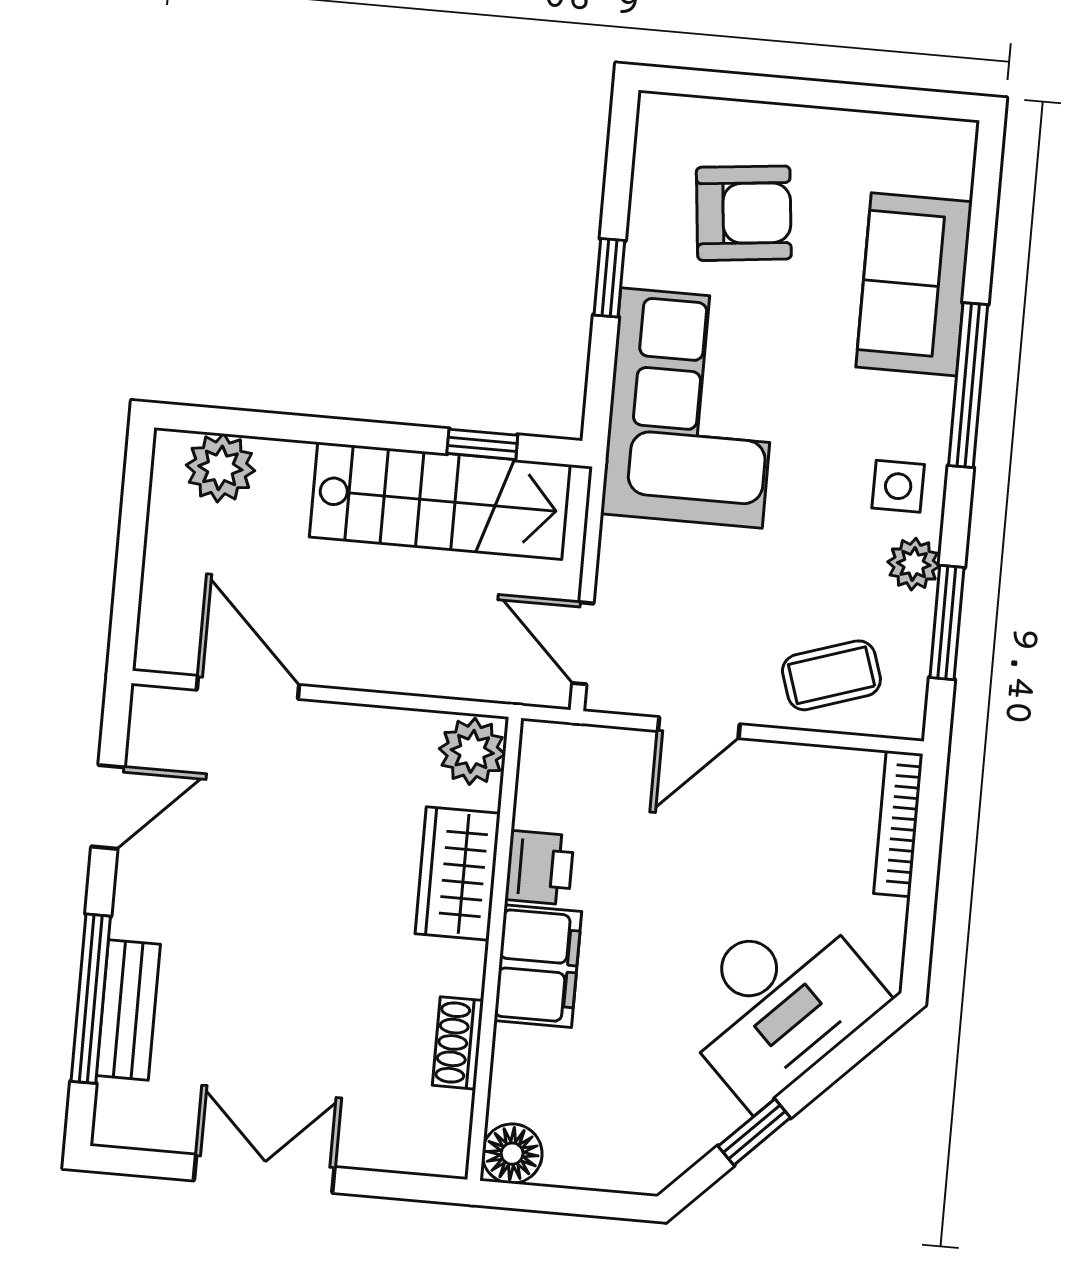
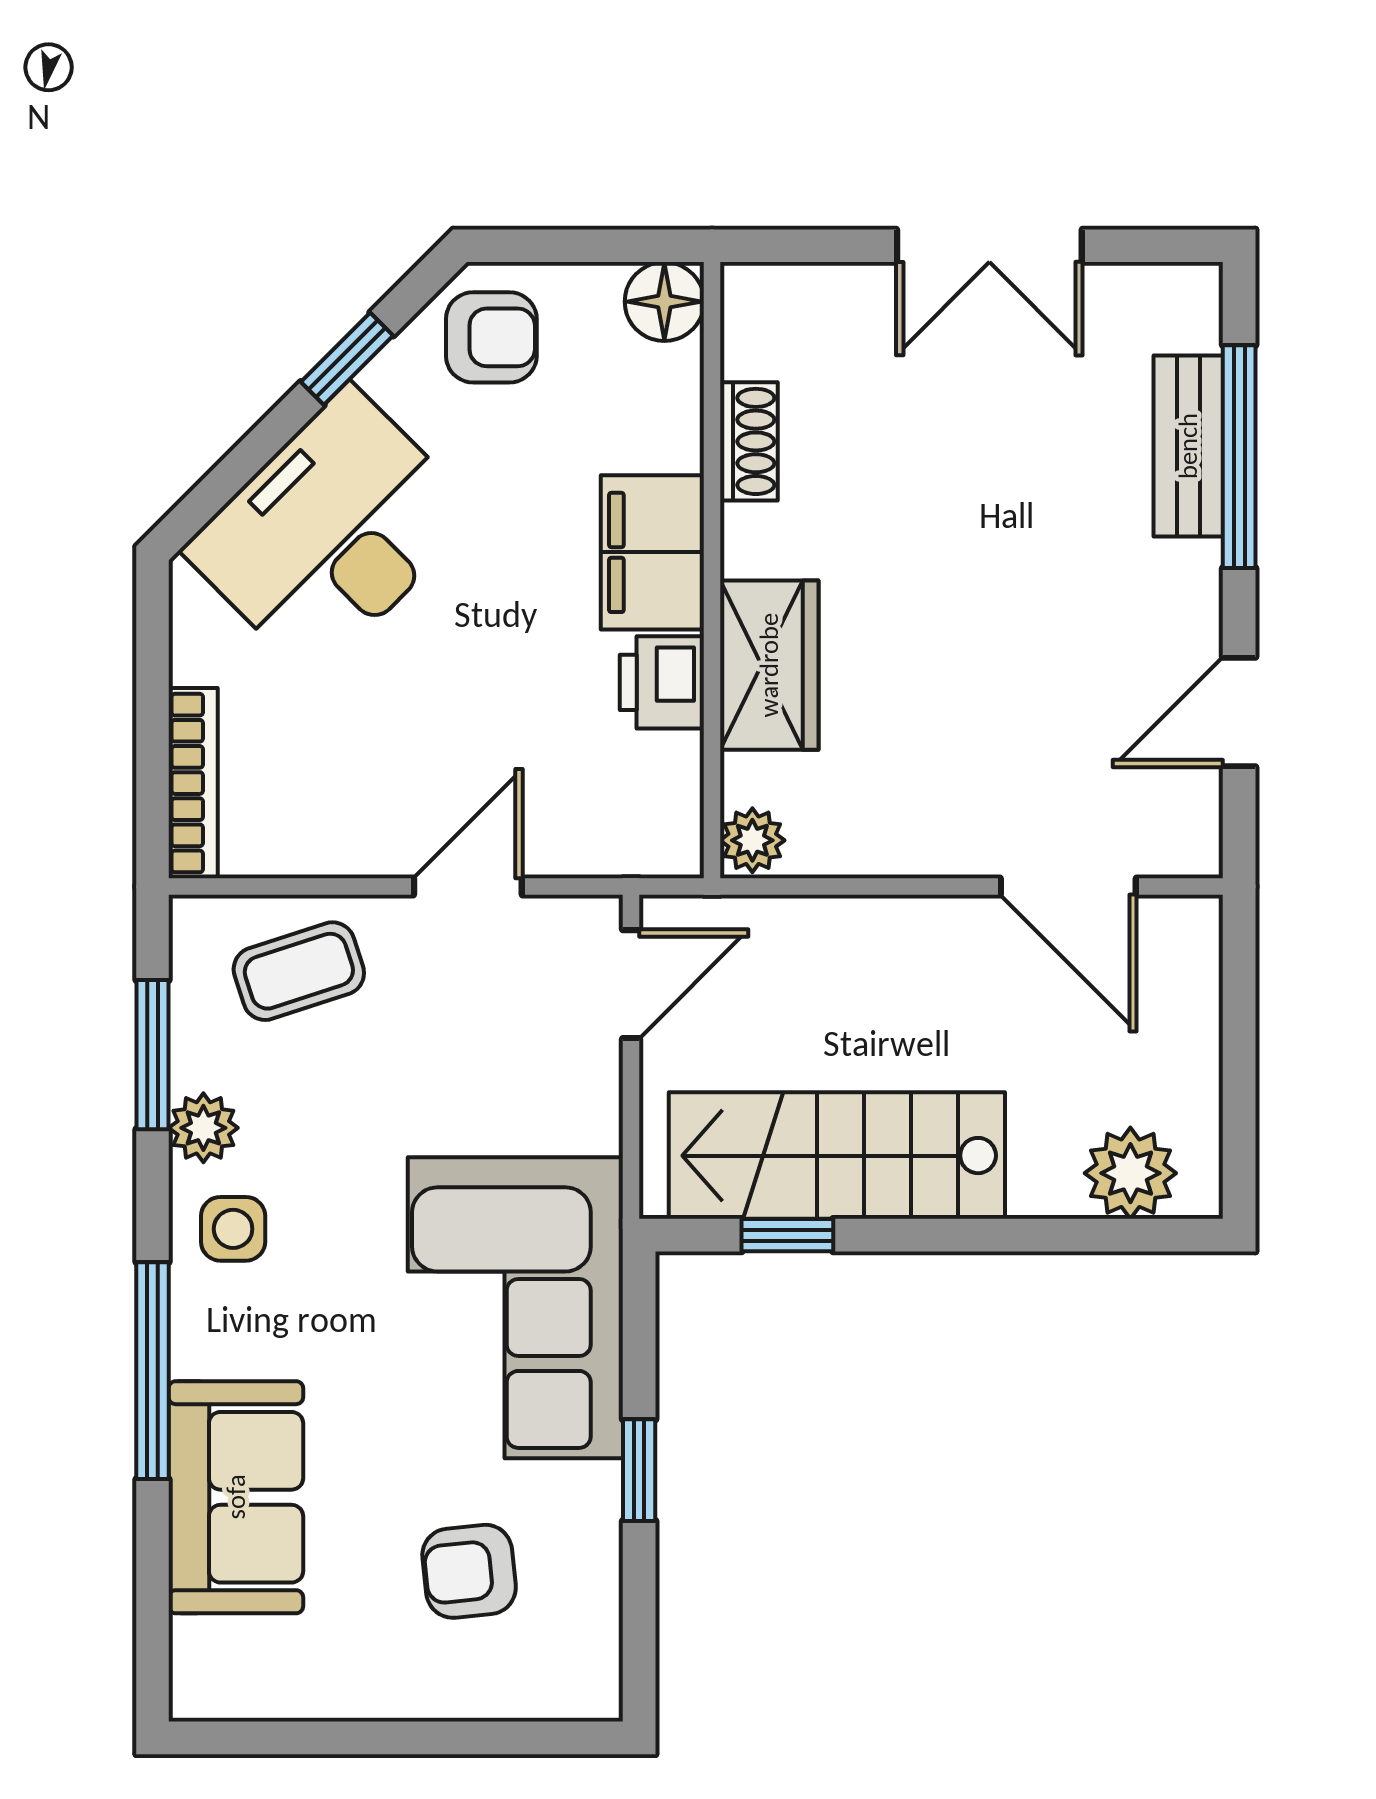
armchair: (744, 213) -> (469, 1571), width x0.72, depth x0.72
door: (583, 643) -> (631, 984), hinge flipped
plant: (472, 751) -> (752, 840), width x0.73, depth x0.73
armchair: (644, 1138) -> (491, 337), added

